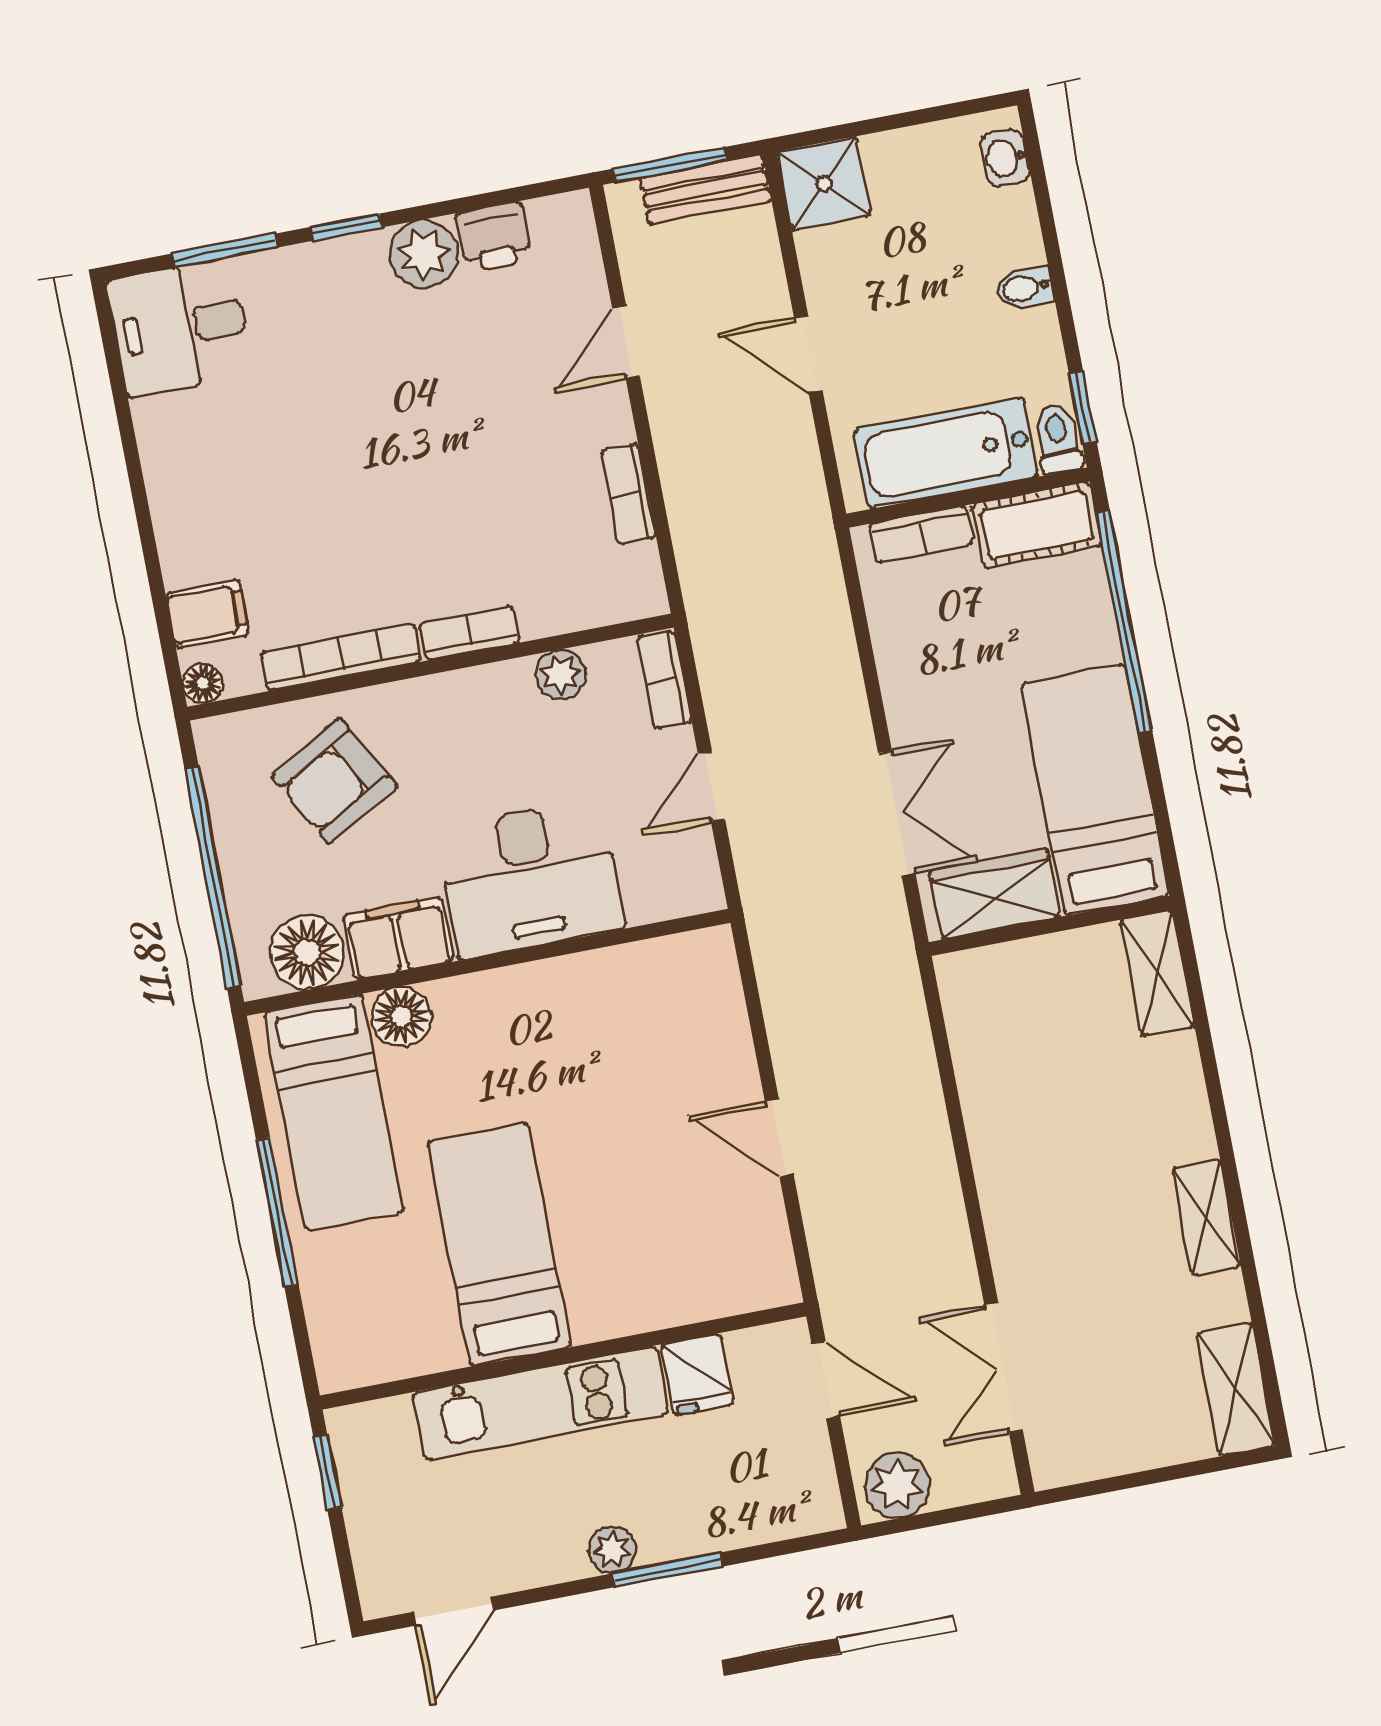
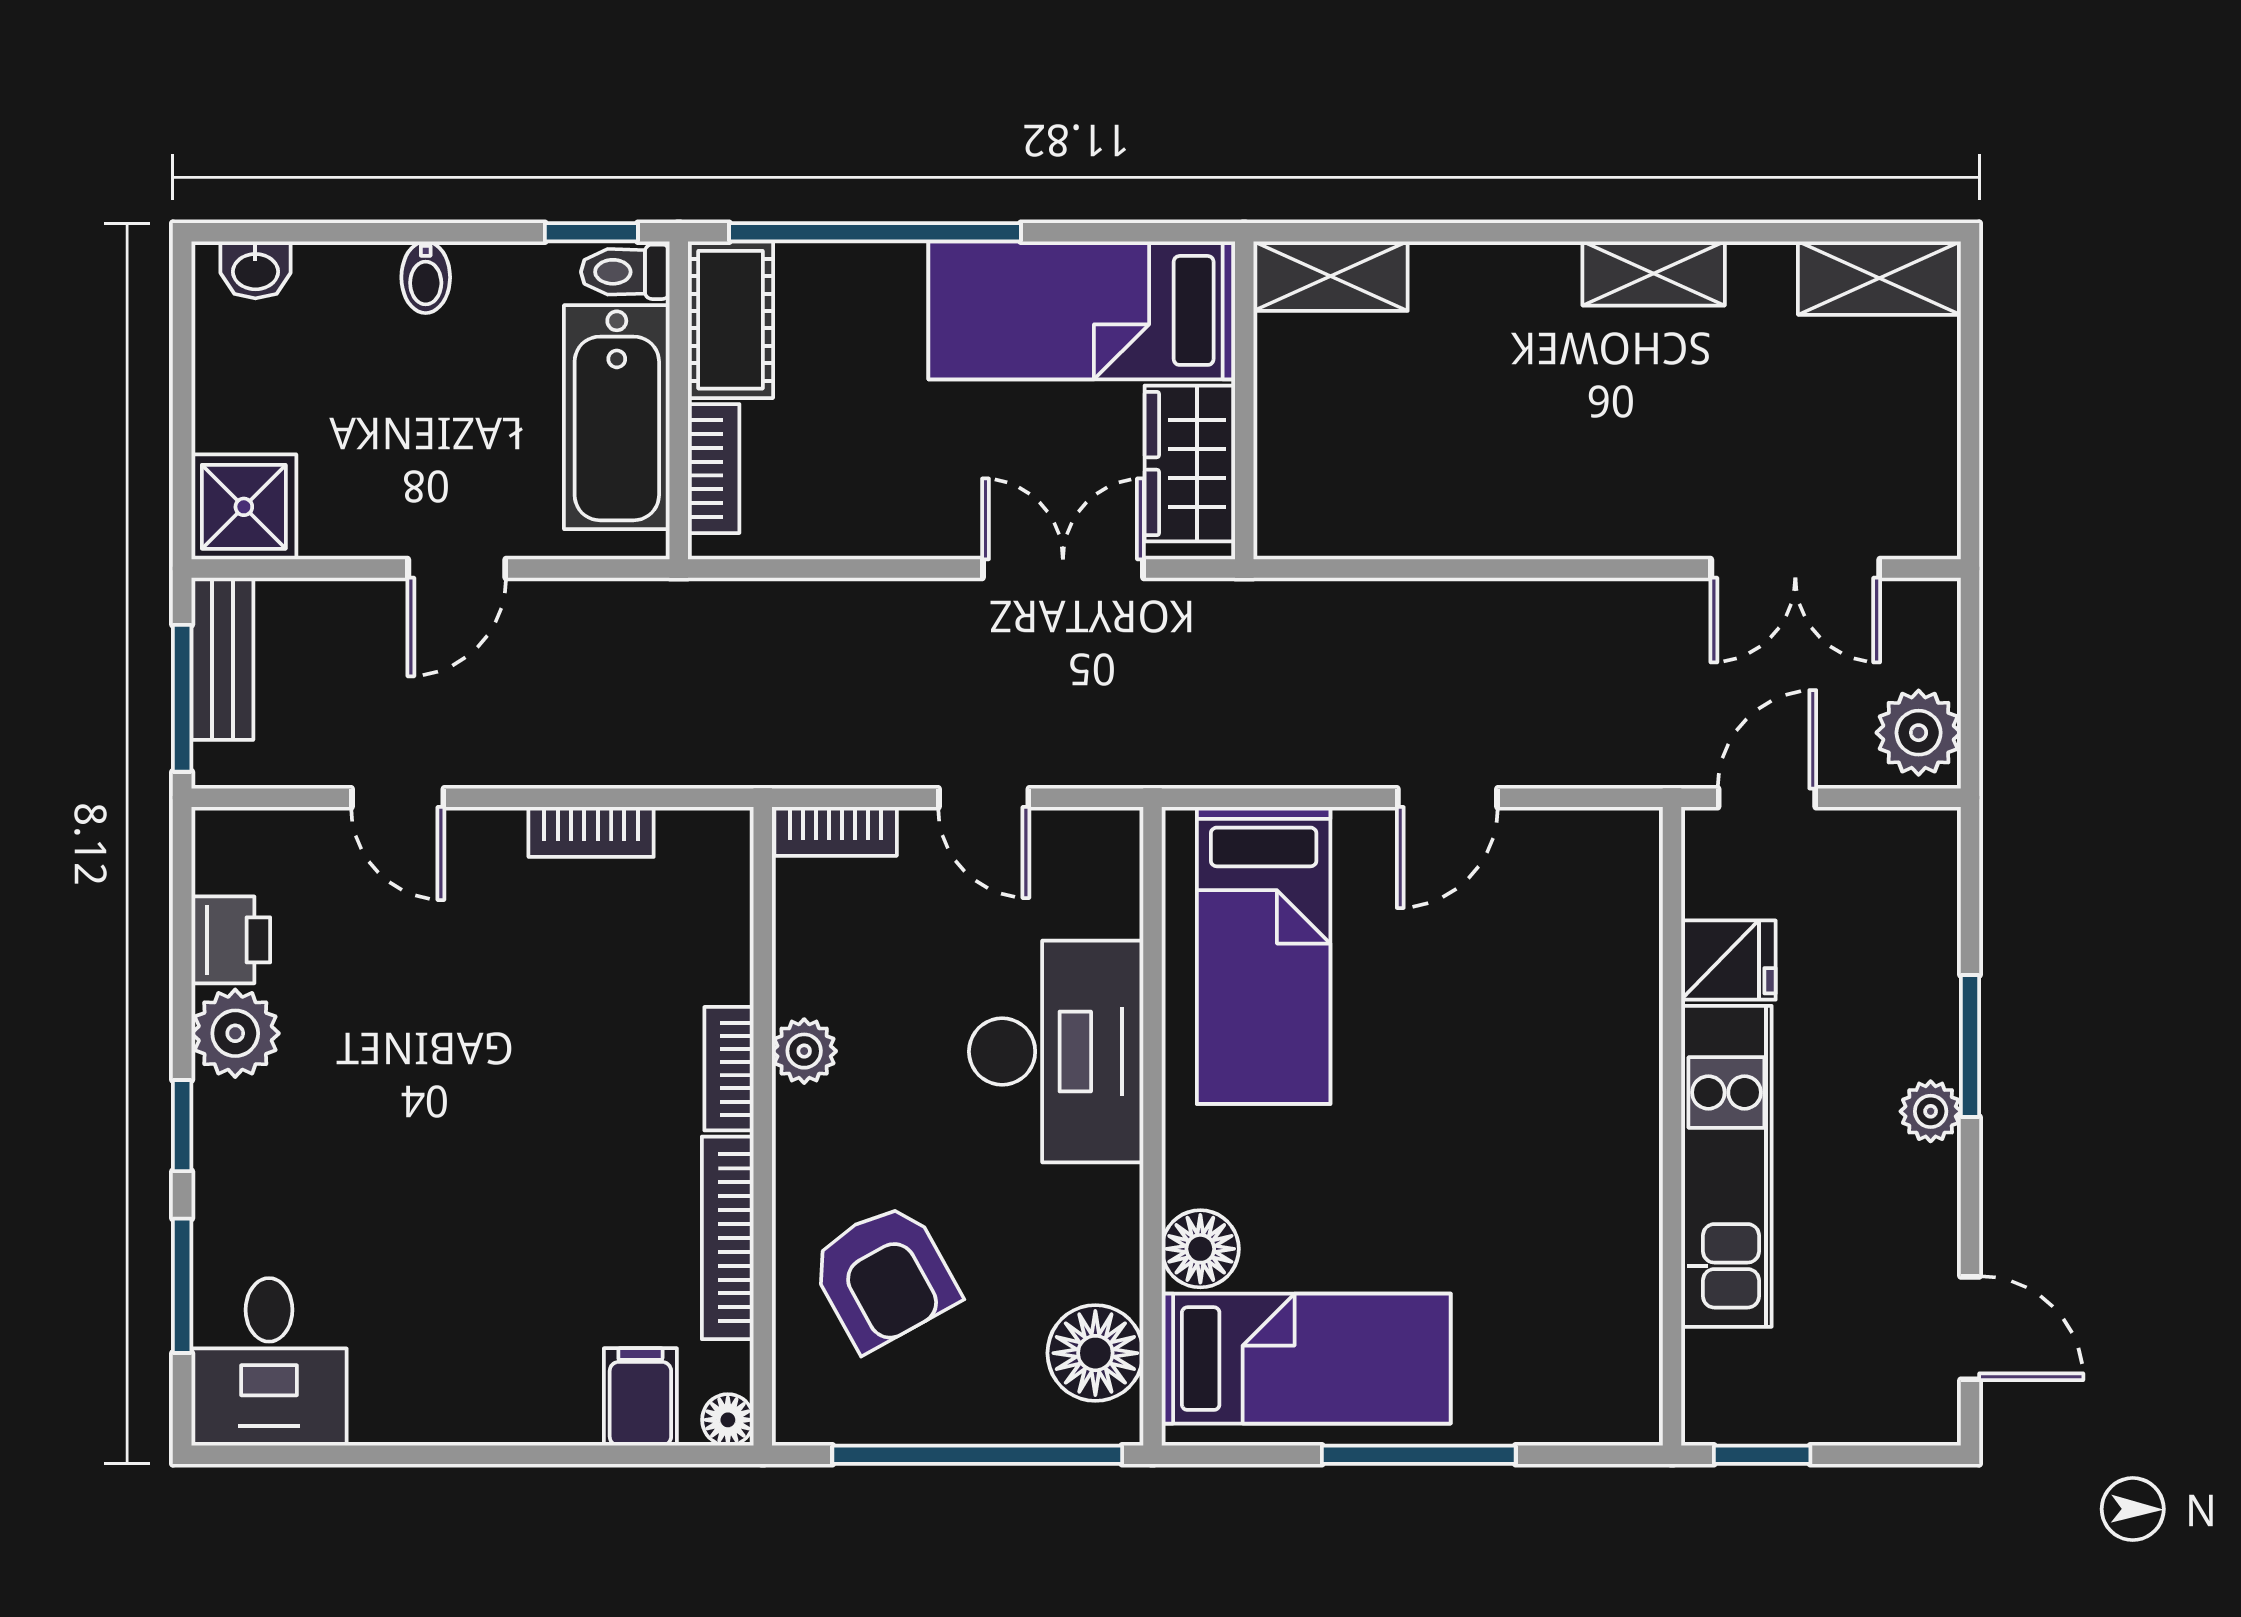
plant: (561, 674) -> (804, 1051), moved
filing cabinet: (398, 938) -> (1100, 1234), removed
bed: (499, 1244) -> (1264, 955), moved, turned -90

